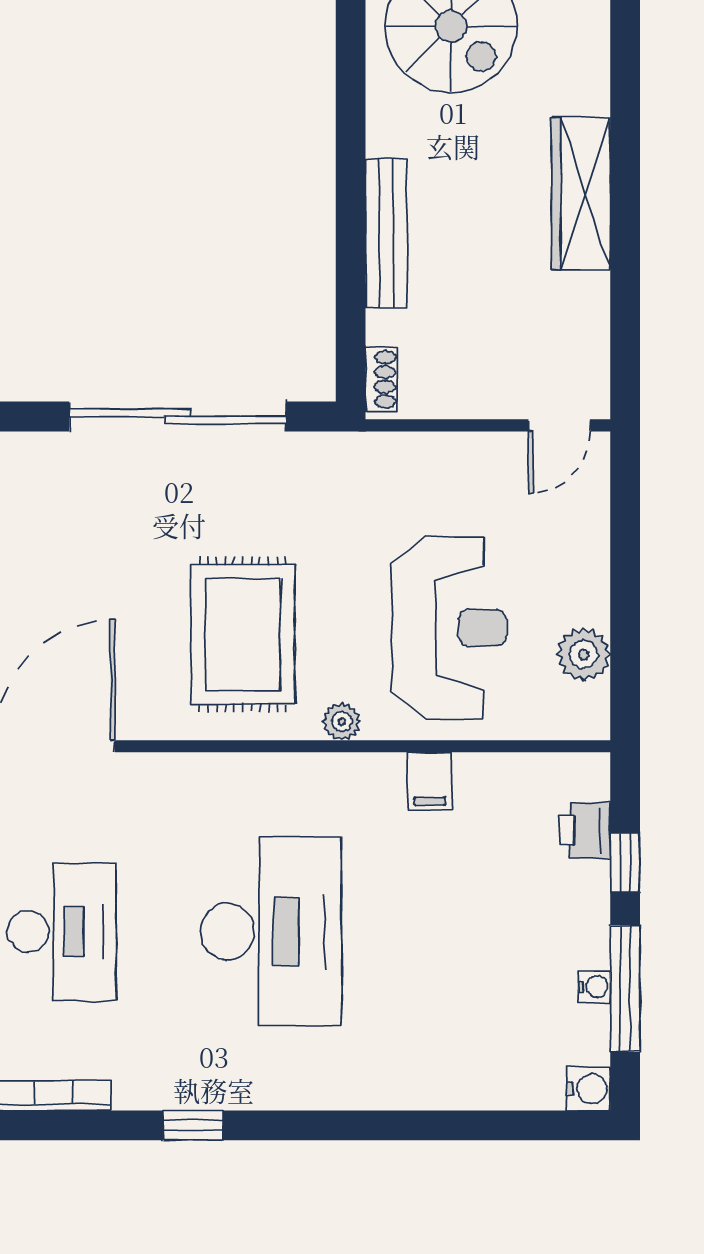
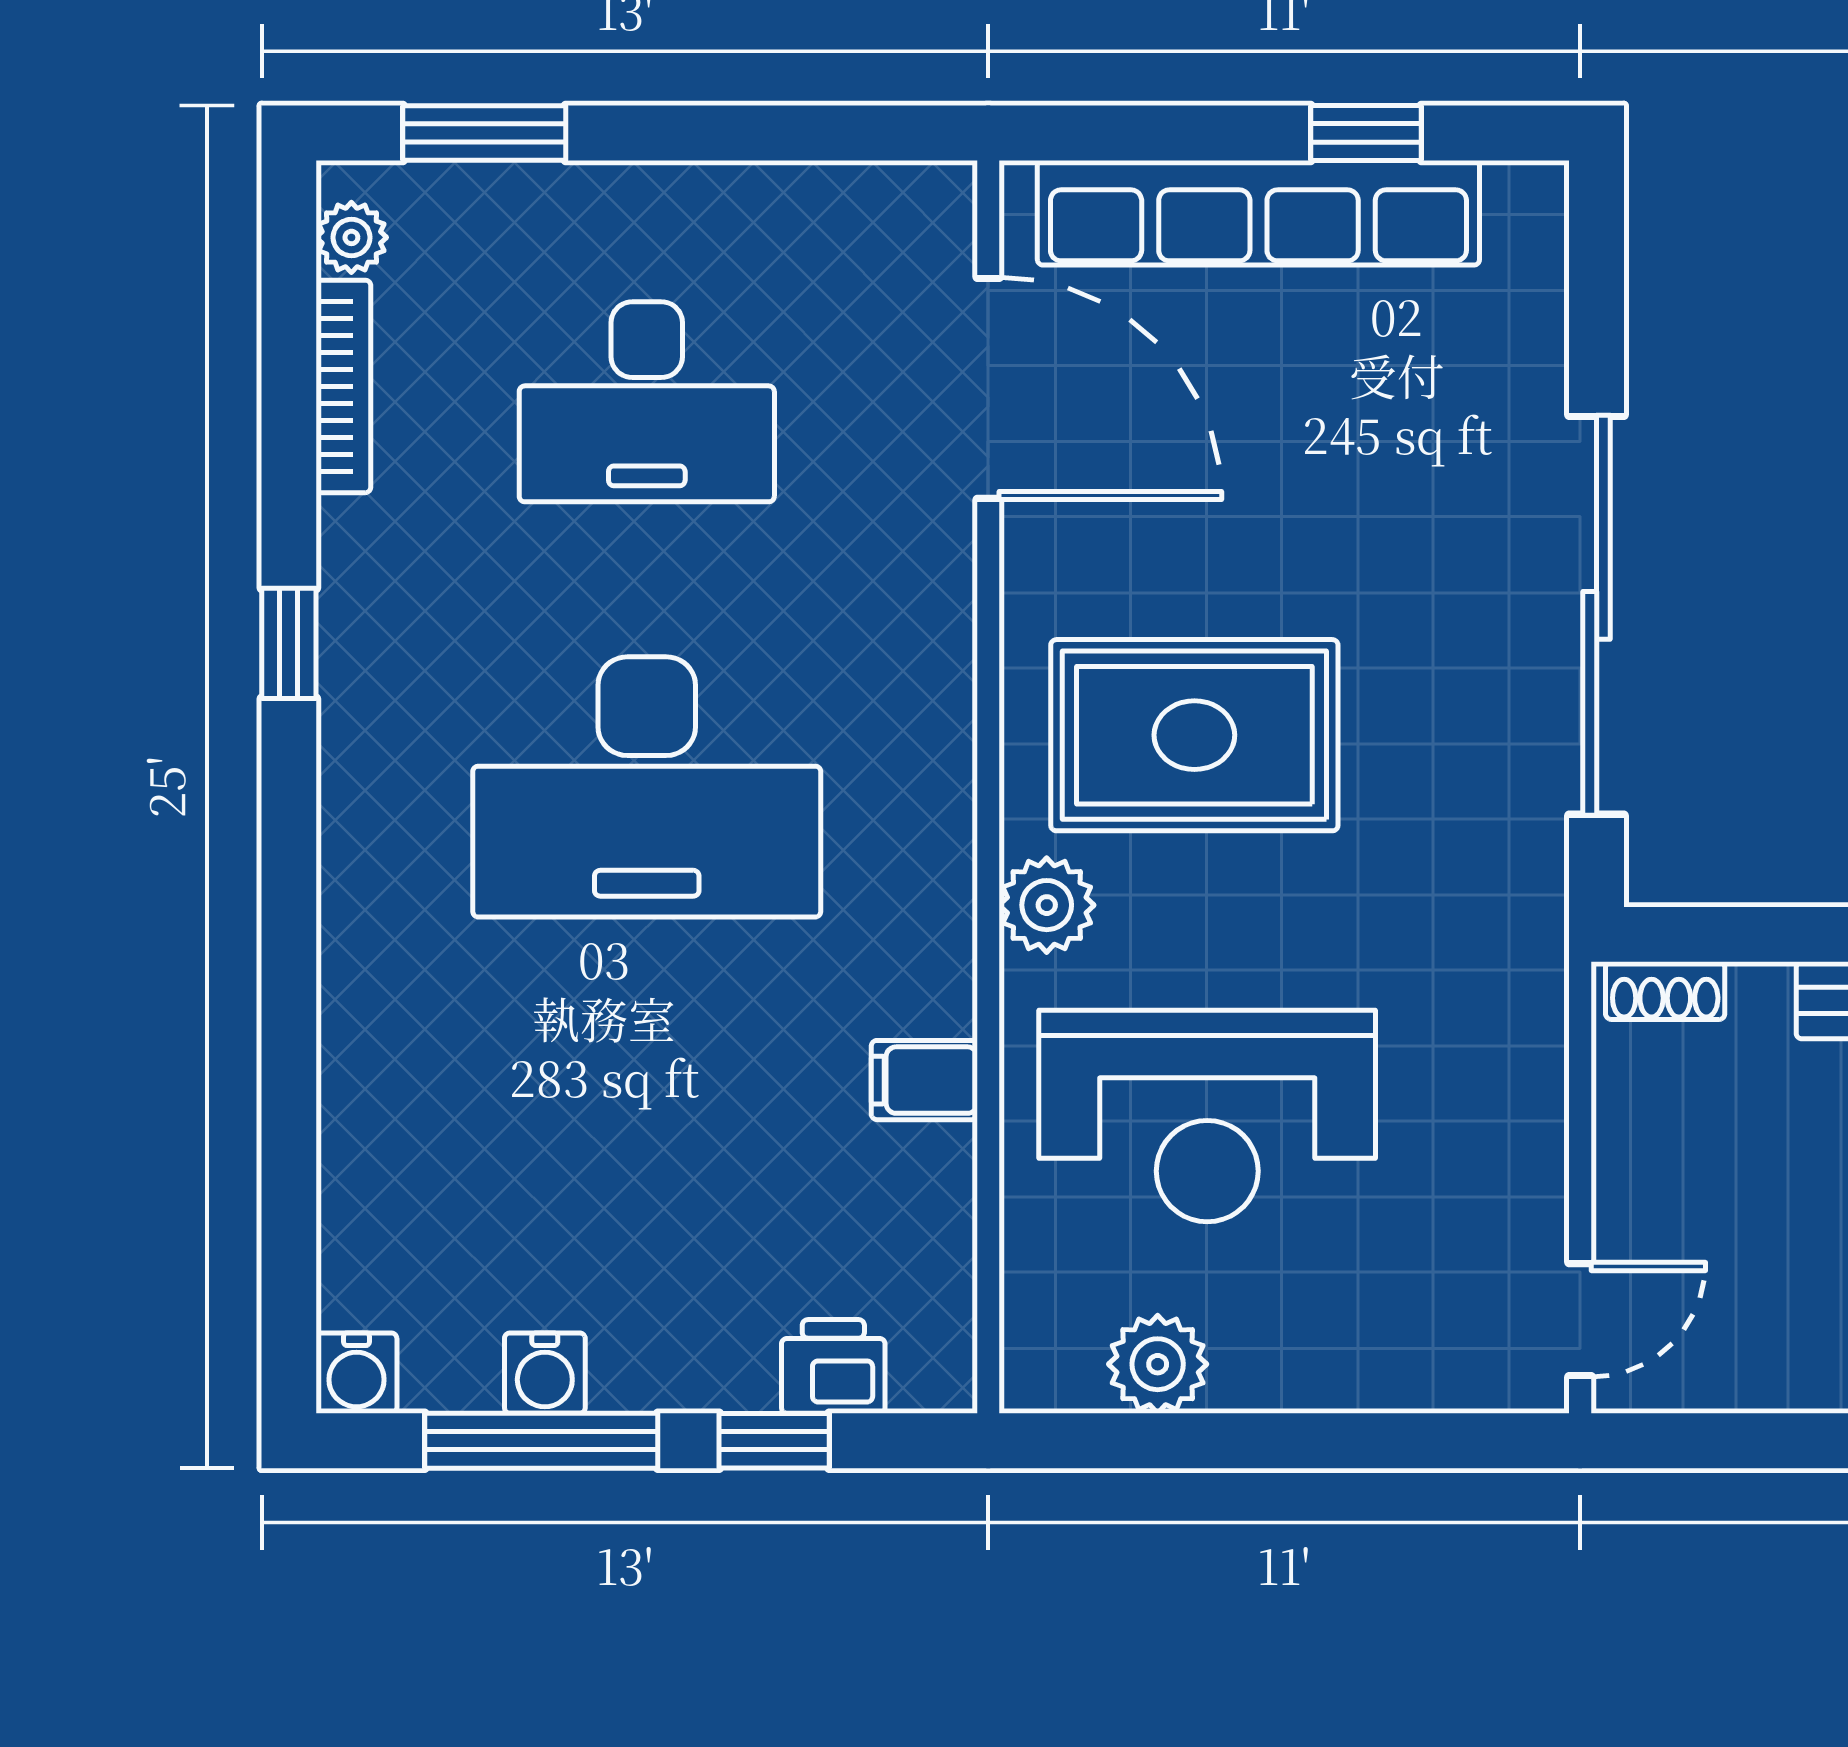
door: (559, 425) -> (1580, 1320), swing flipped
plant: (342, 722) -> (1047, 905), width x1.38, depth x1.38
water cooler: (594, 987) -> (545, 1373), width x1.38, depth x1.38

